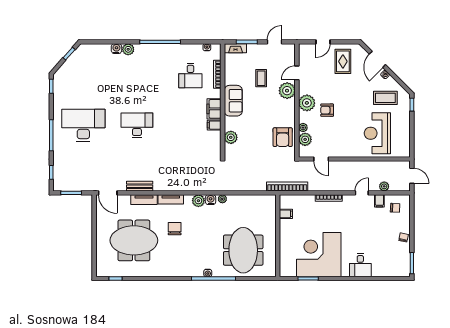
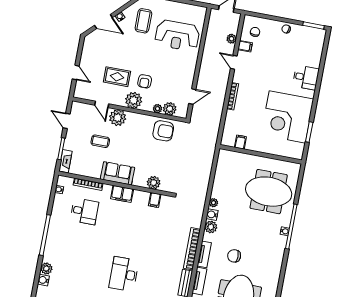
rug: (343, 61) -> (117, 77), moved
filing cabinet: (214, 125) -> (155, 200), moved
bookcase: (287, 187) -> (192, 249), moved

